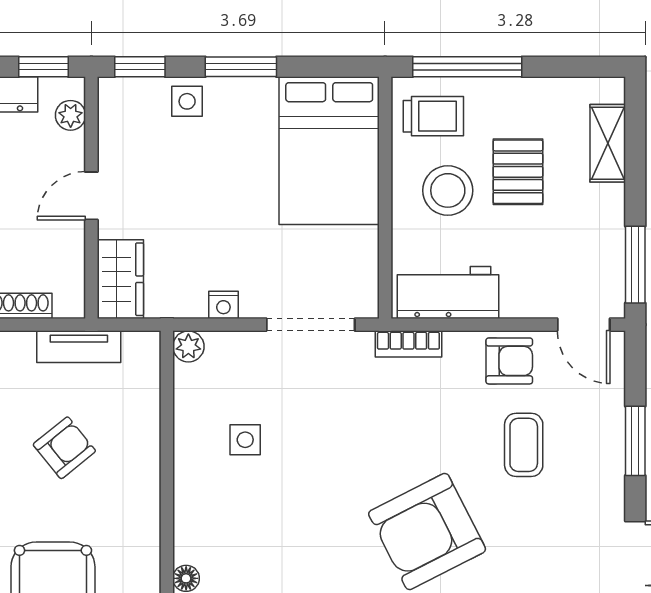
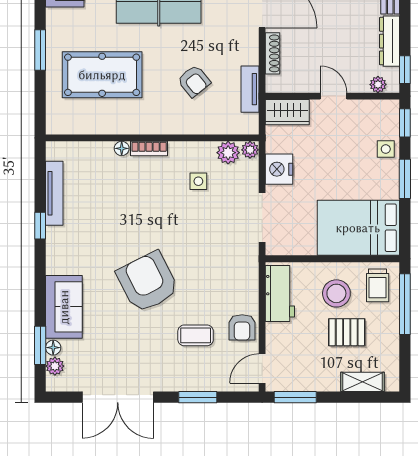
nightstand: (223, 305) -> (279, 169), width x1.89, depth x1.79
bookcase: (408, 344) -> (149, 148), moved, turned -90
plant: (194, 386) -> (228, 153), added

